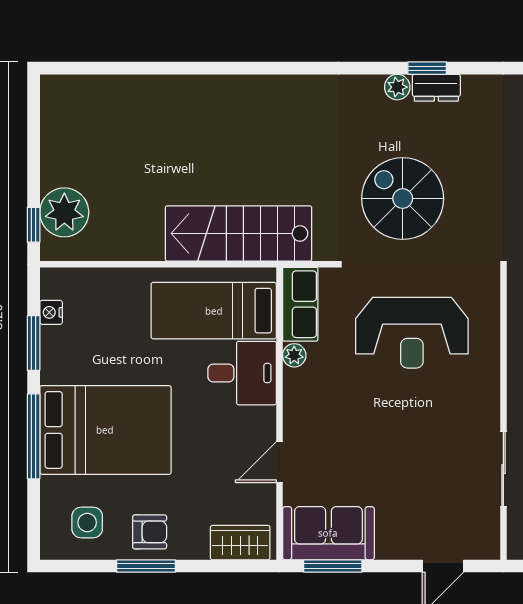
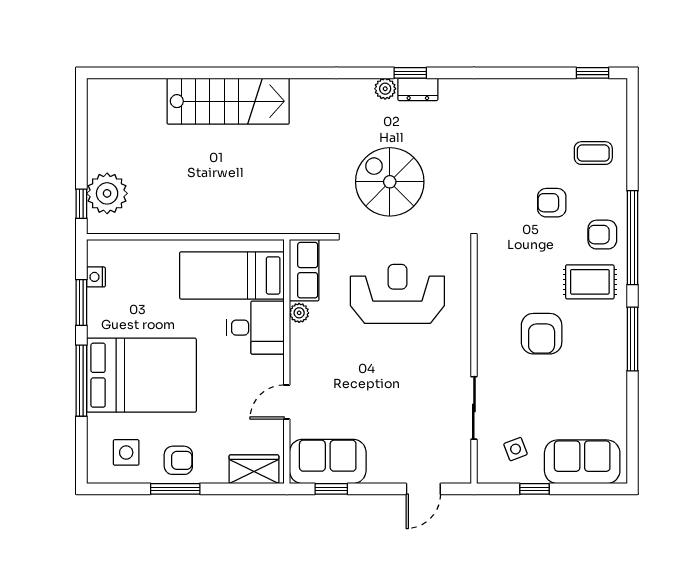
stairs: (238, 233) -> (228, 101), moved, turned 180
reception desk: (412, 333) -> (397, 294), turned 180
window: (333, 566) -> (331, 489), width x0.67

